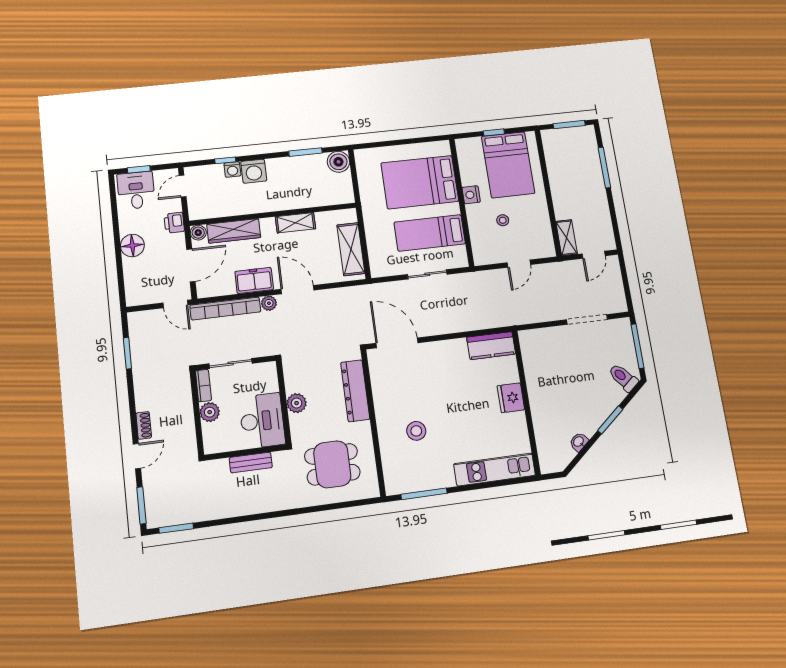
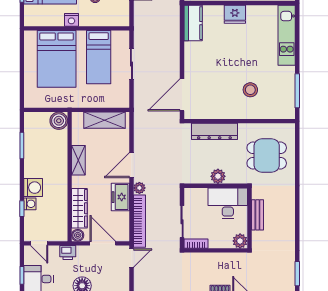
boiler: (338, 162) -> (59, 121), moved
plant: (210, 412) -> (240, 241), moved
dining table: (332, 464) -> (267, 155), turned 90

